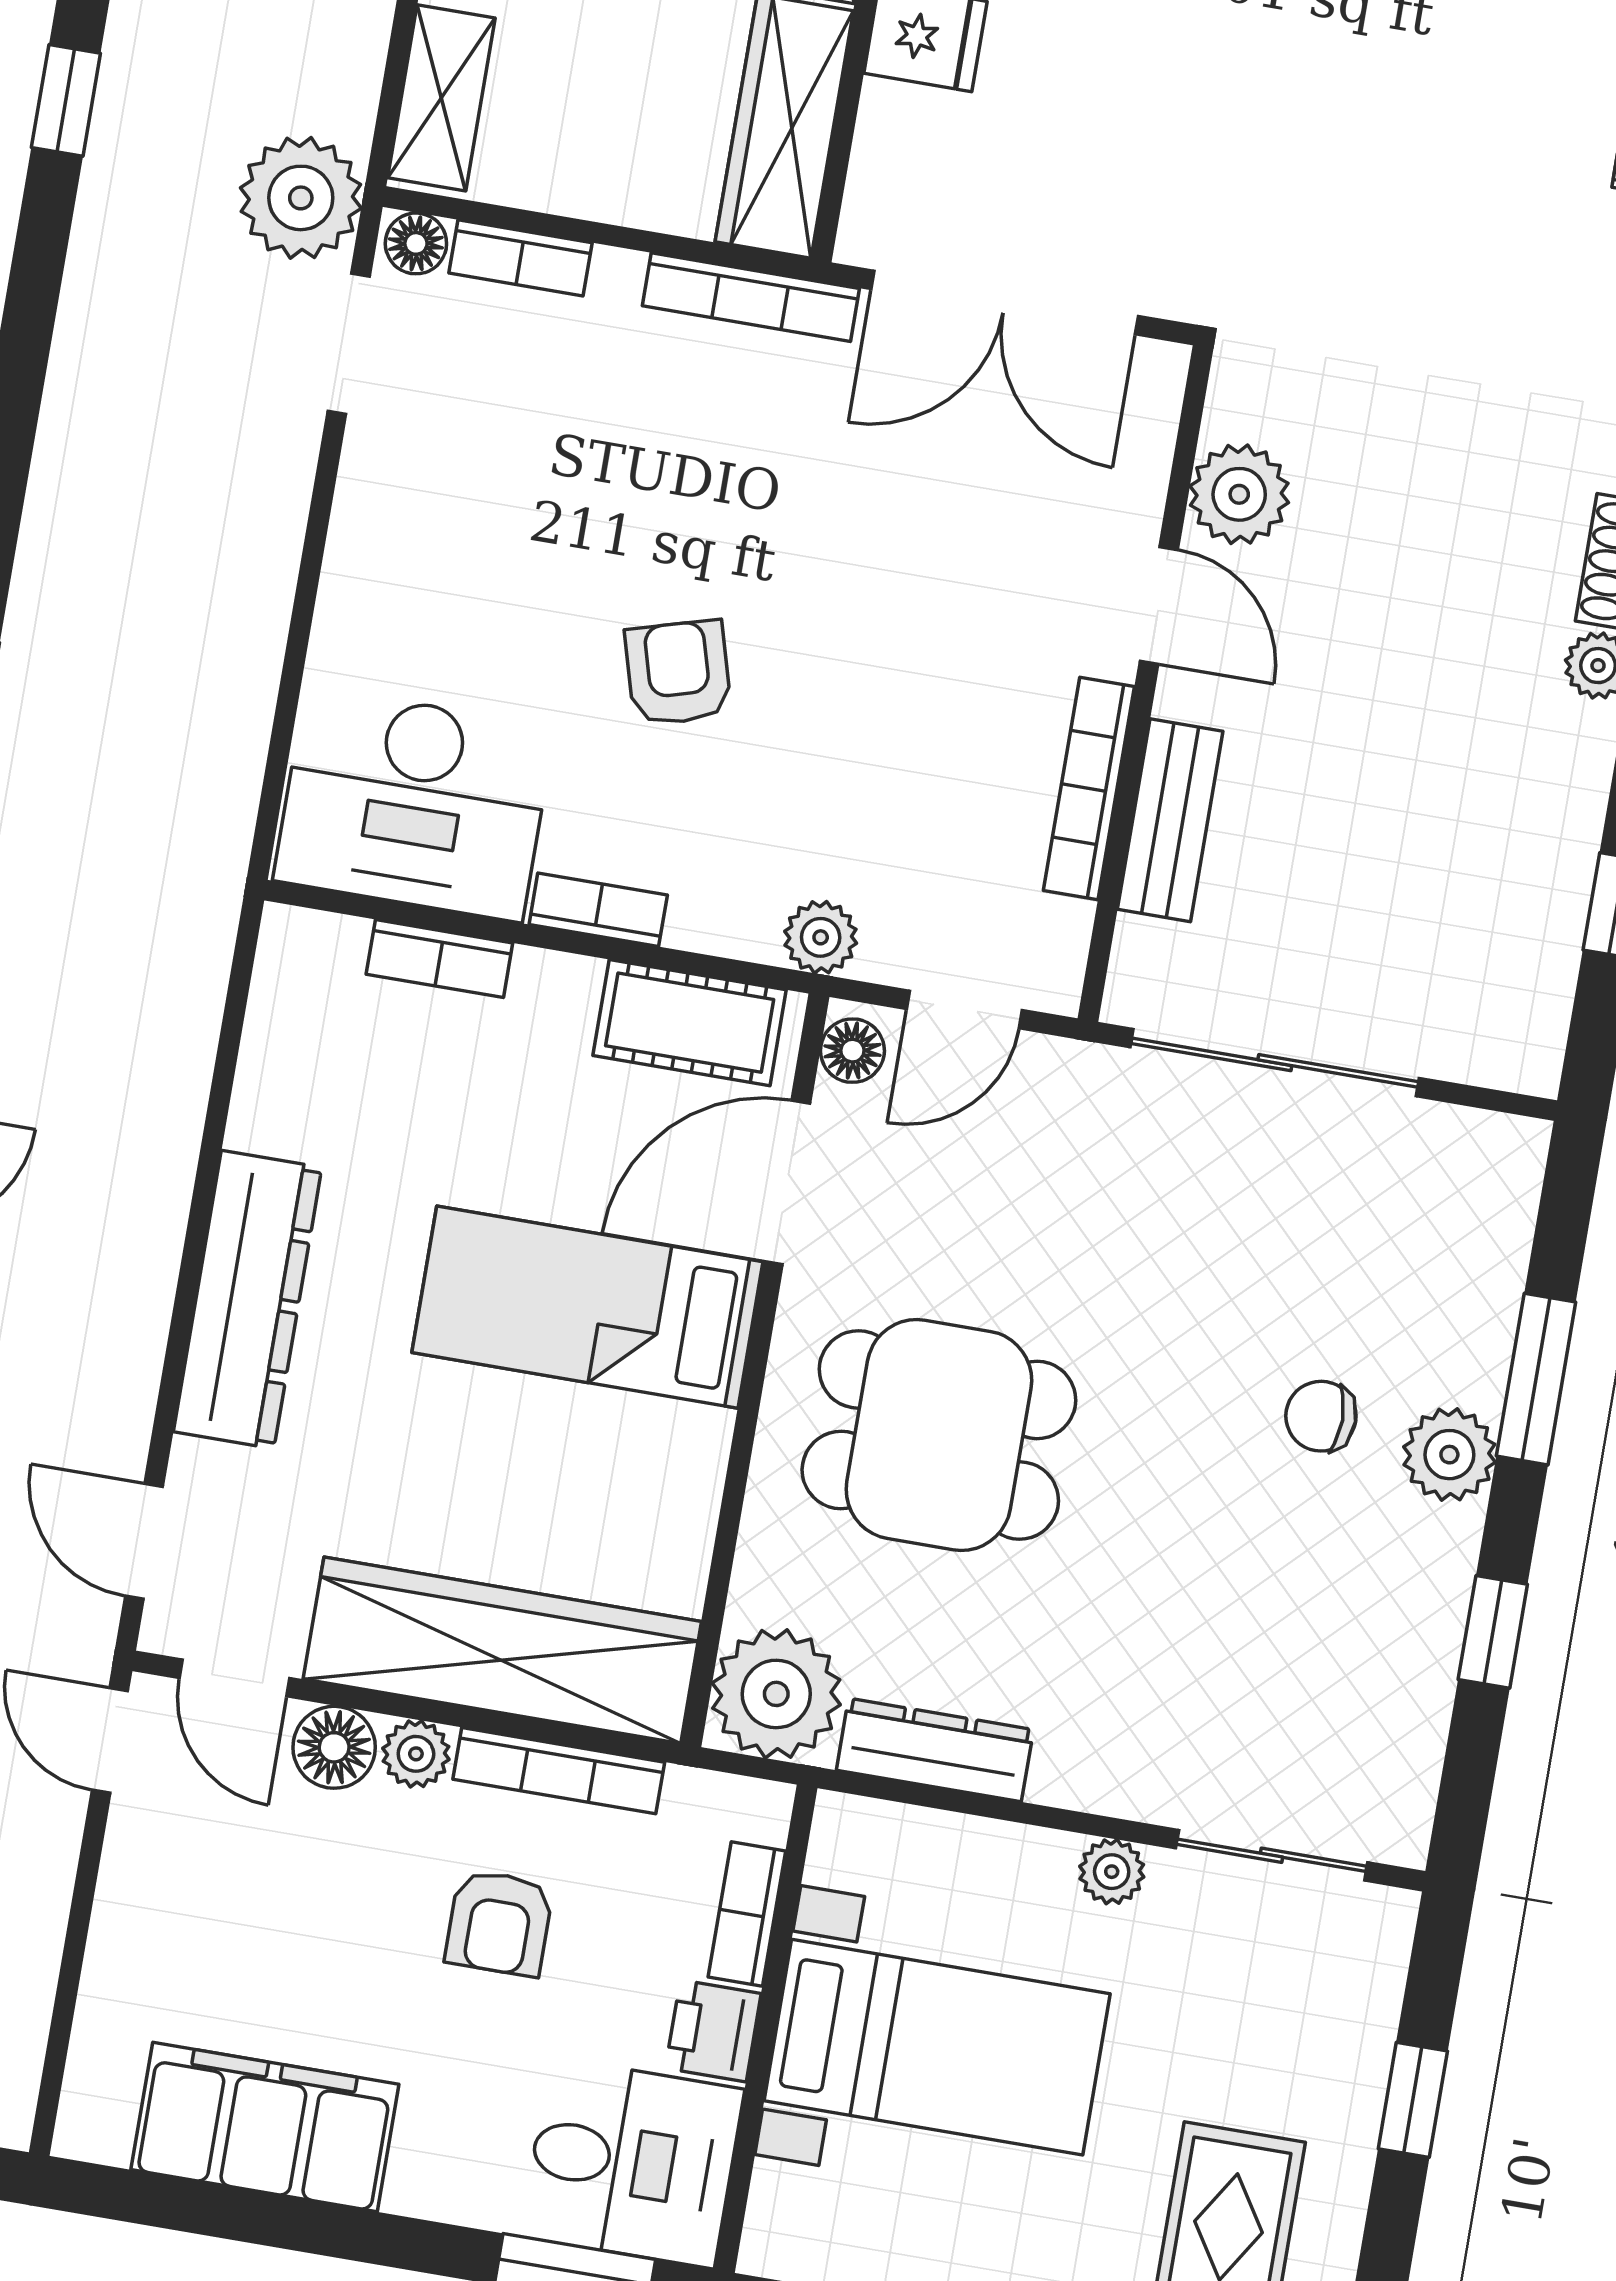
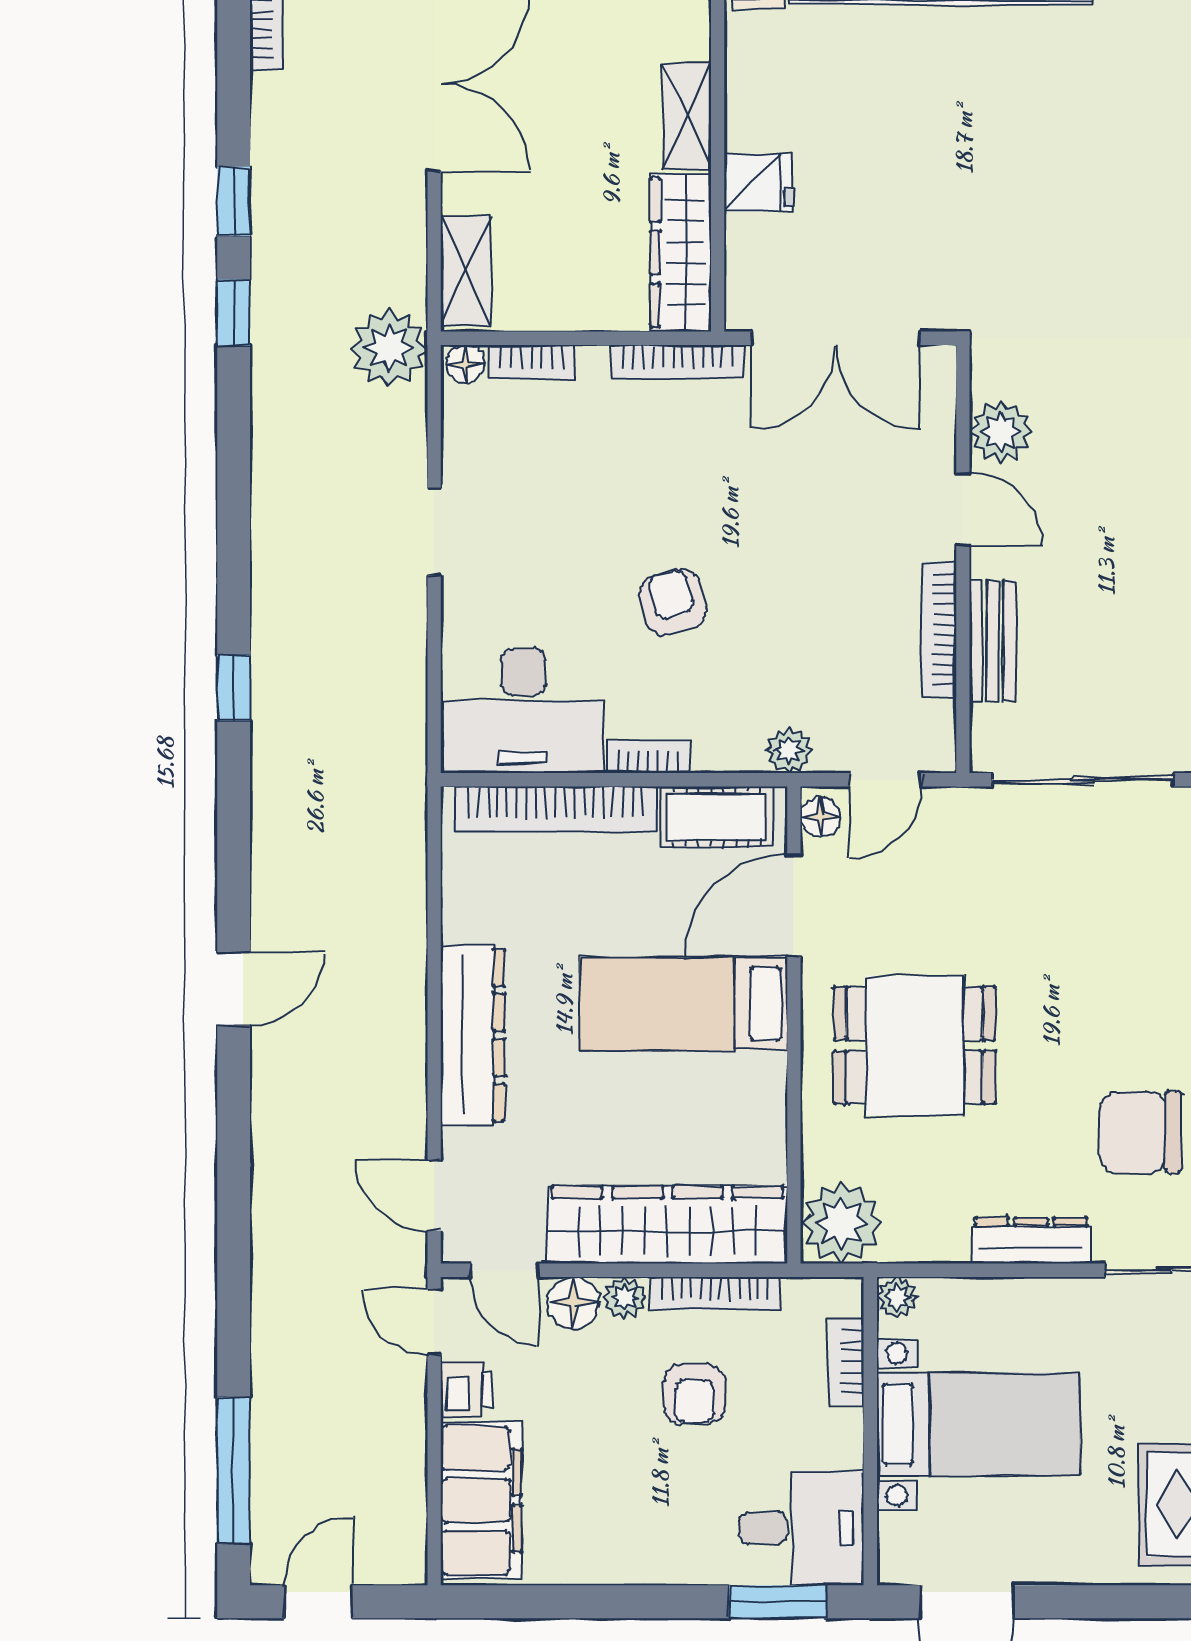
doorway: (349, 344) -> (434, 532), moved
bookcase: (439, 959) -> (555, 809), width x2.31, depth x1.31
chair: (1321, 1416) -> (1141, 1132), moved, width x1.87, depth x1.87
dresser: (935, 1750) -> (1031, 1241), moved
plant: (1112, 1872) -> (897, 1297), moved
printer: (713, 2031) -> (466, 1389), moved, turned 180
filing cabinet: (265, 2127) -> (481, 1500), moved, turned 90

